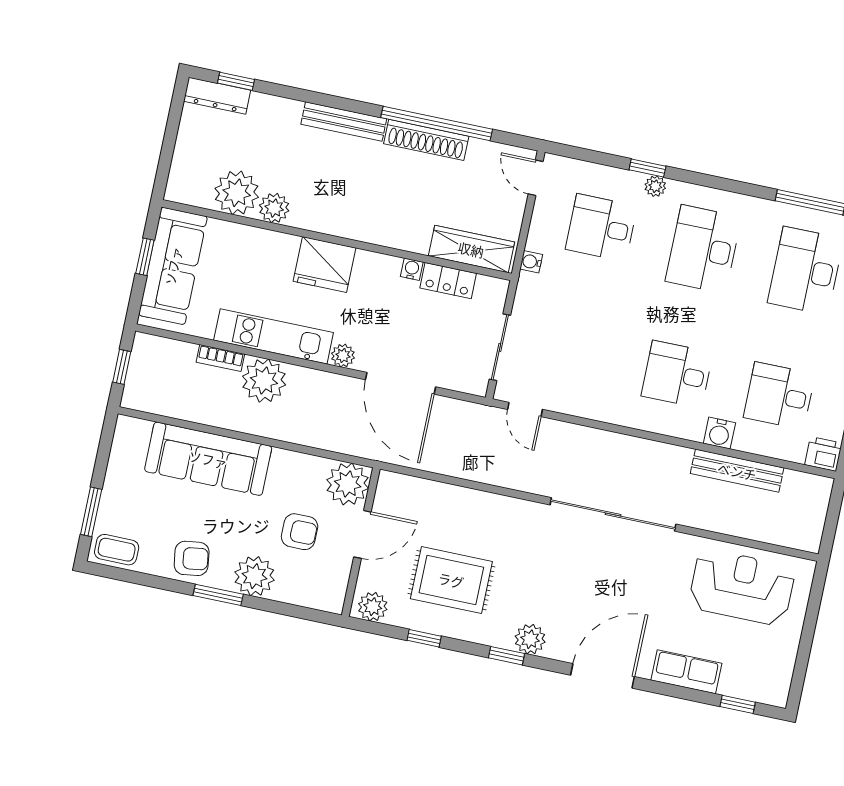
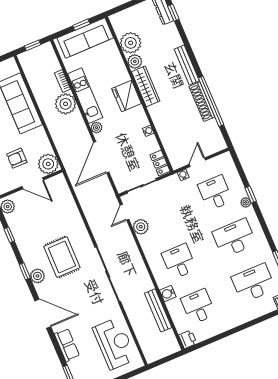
door: (536, 178) -> (197, 162), moved
wardrobe: (471, 249) -> (146, 86), moved
locker: (448, 281) -> (160, 163), moved
plant: (570, 399) -> (141, 227), added
armchair: (300, 532) -> (17, 158), turned 90
rug: (451, 580) -> (62, 257), moved

